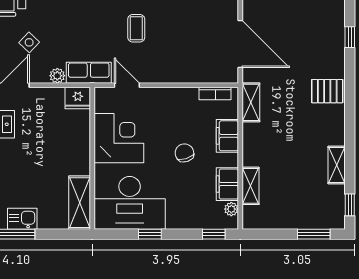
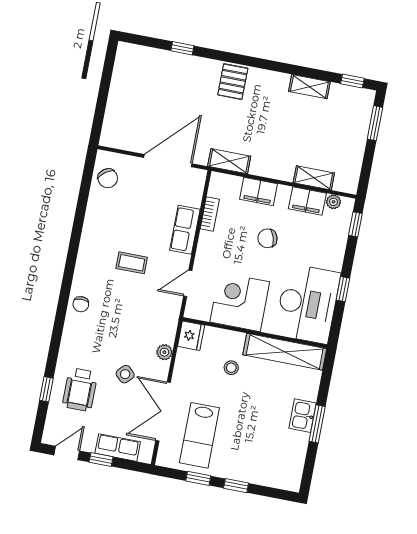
row of seats: (89, 73) -> (185, 230), moved
bookcase: (215, 94) -> (210, 214), moved
stool: (55, 142) -> (231, 368), added
shelving: (80, 203) -> (285, 352), width x1.47

